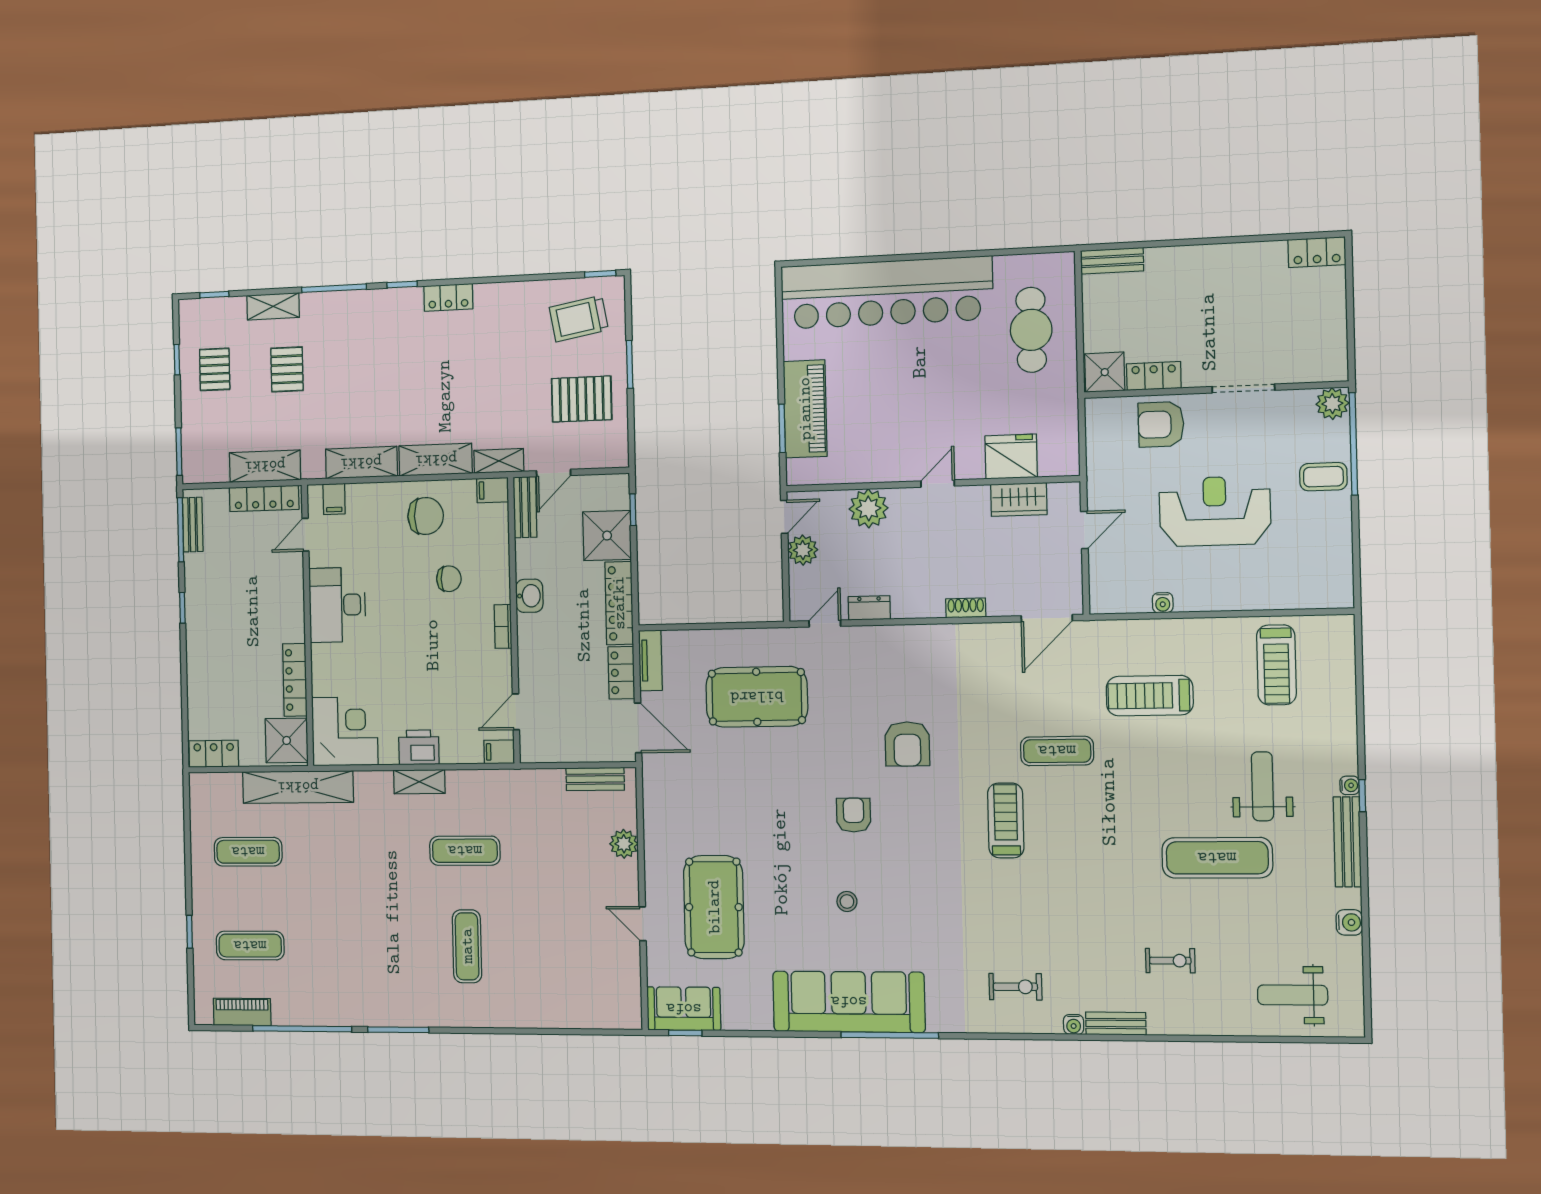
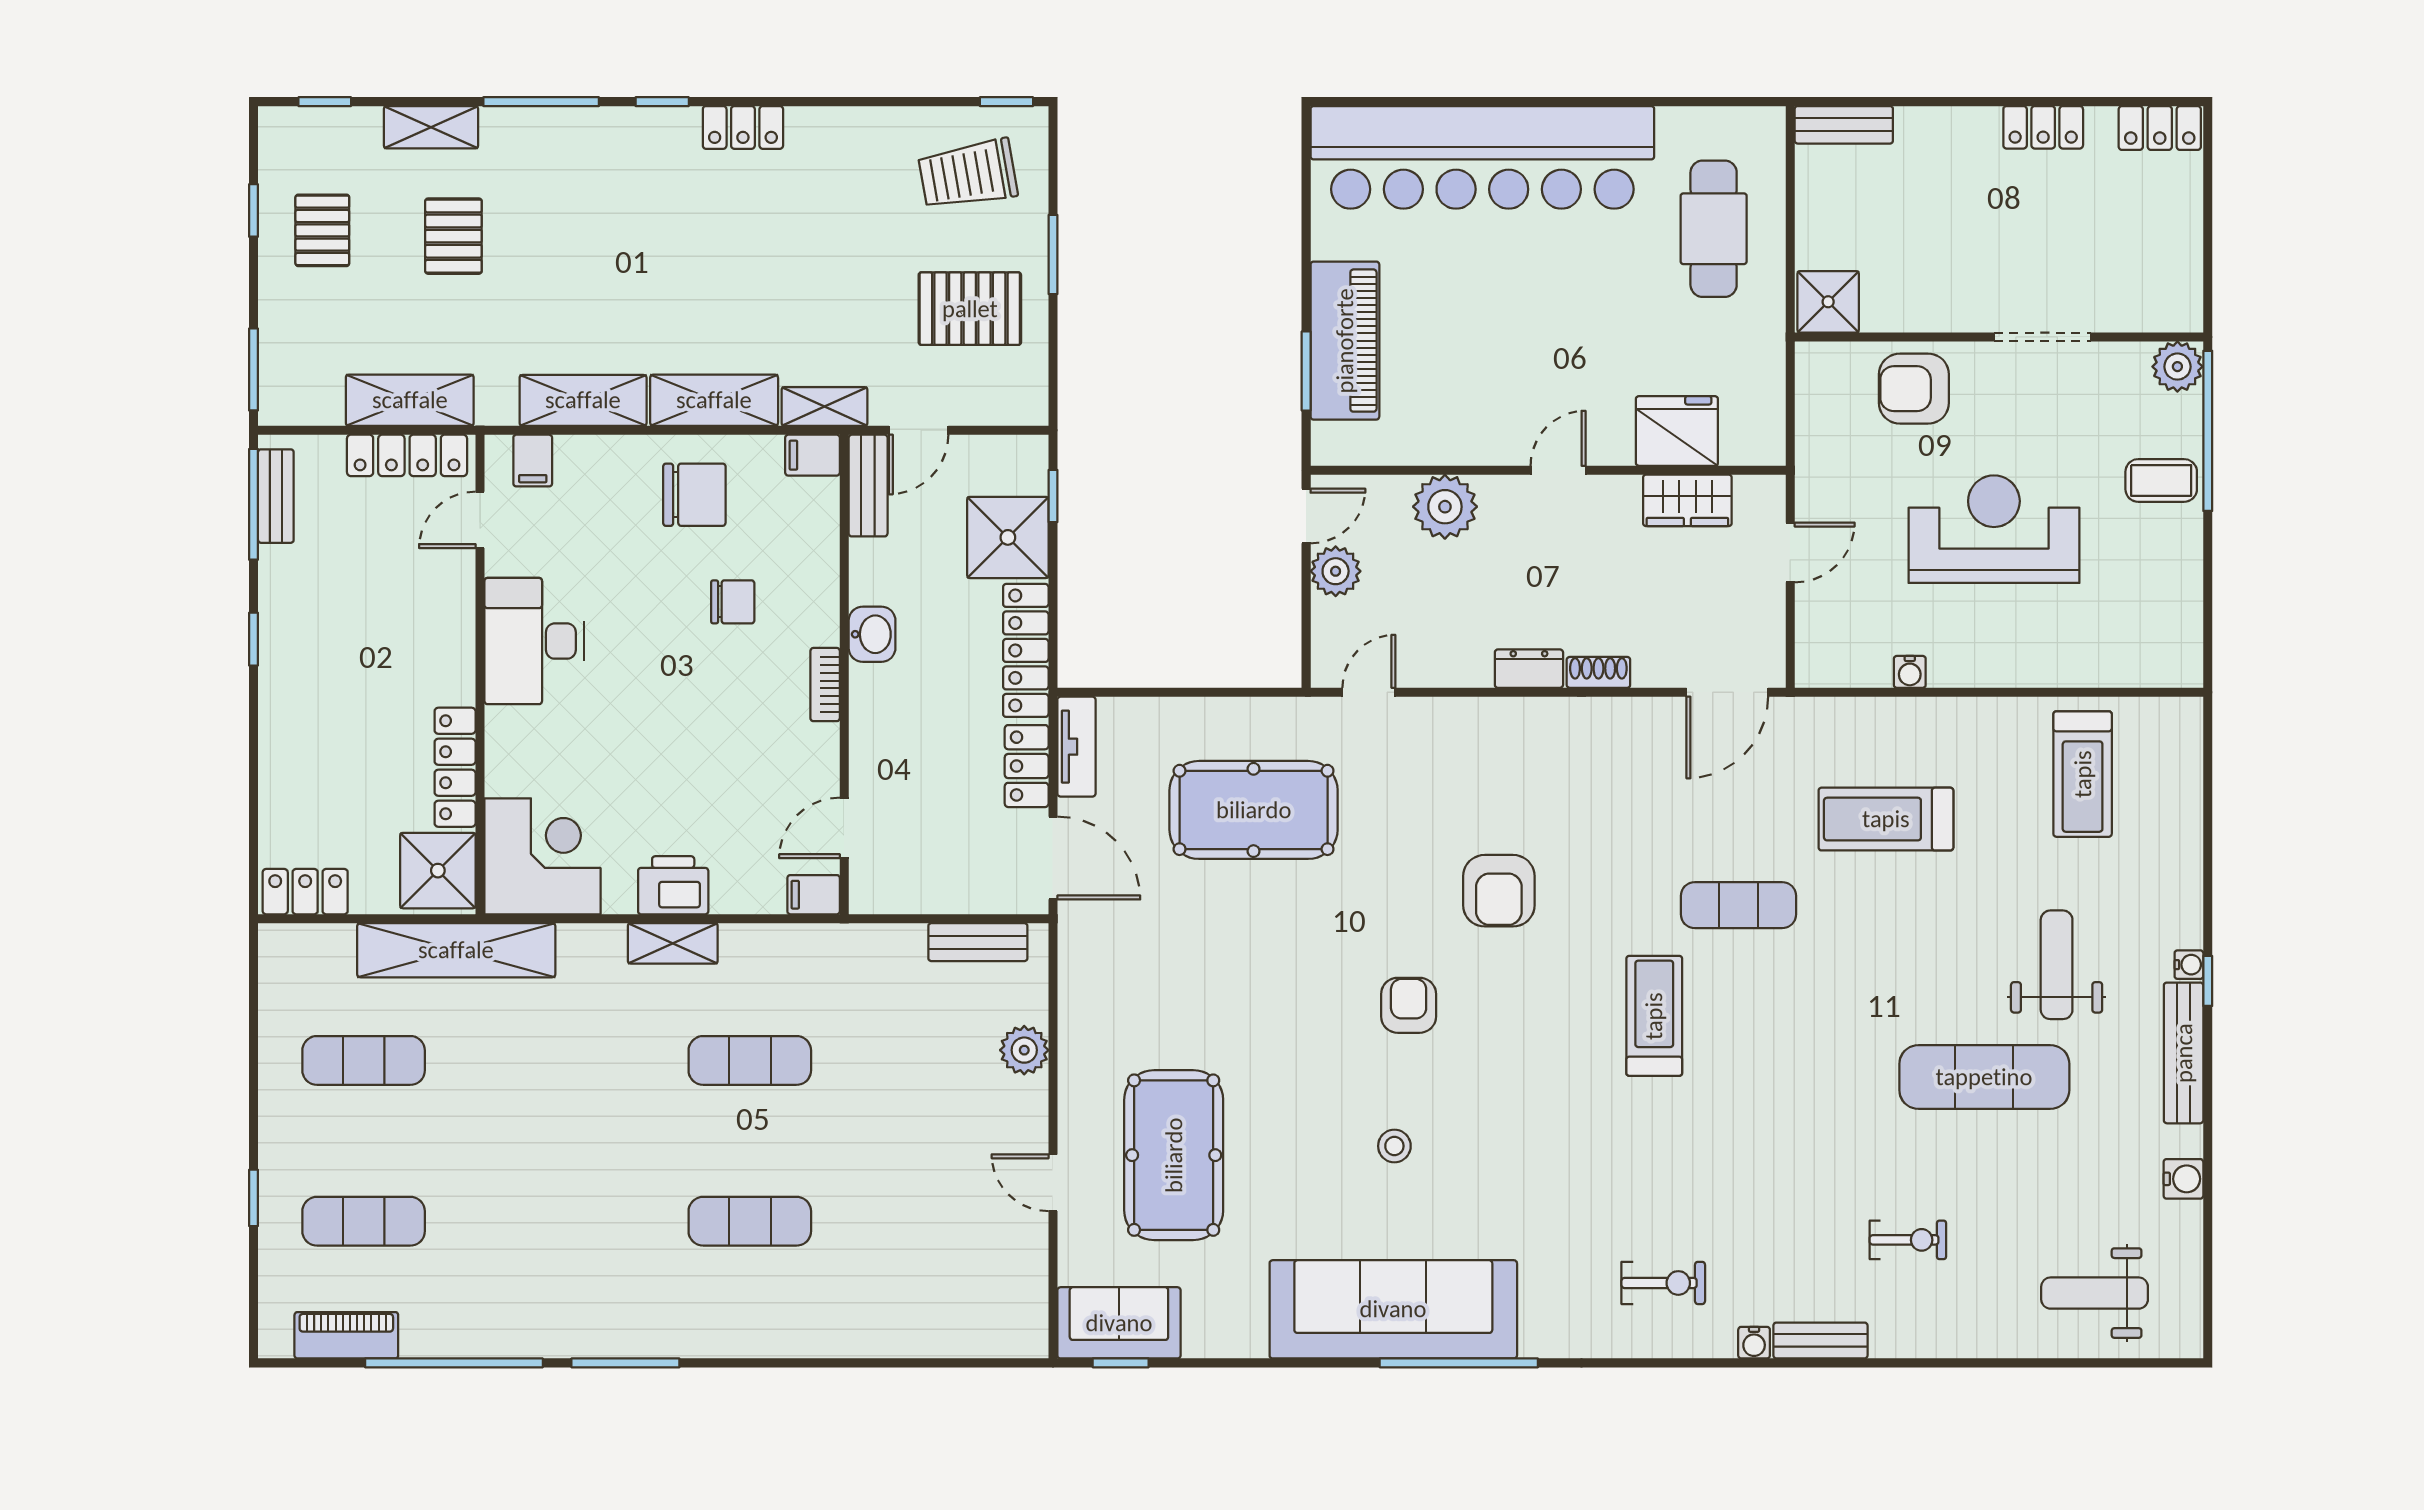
locker: (1154, 376) -> (2043, 127), moved, turned 180
dresser: (869, 608) -> (1529, 669), moved
exercise mat: (467, 946) -> (750, 1221), turned 90

